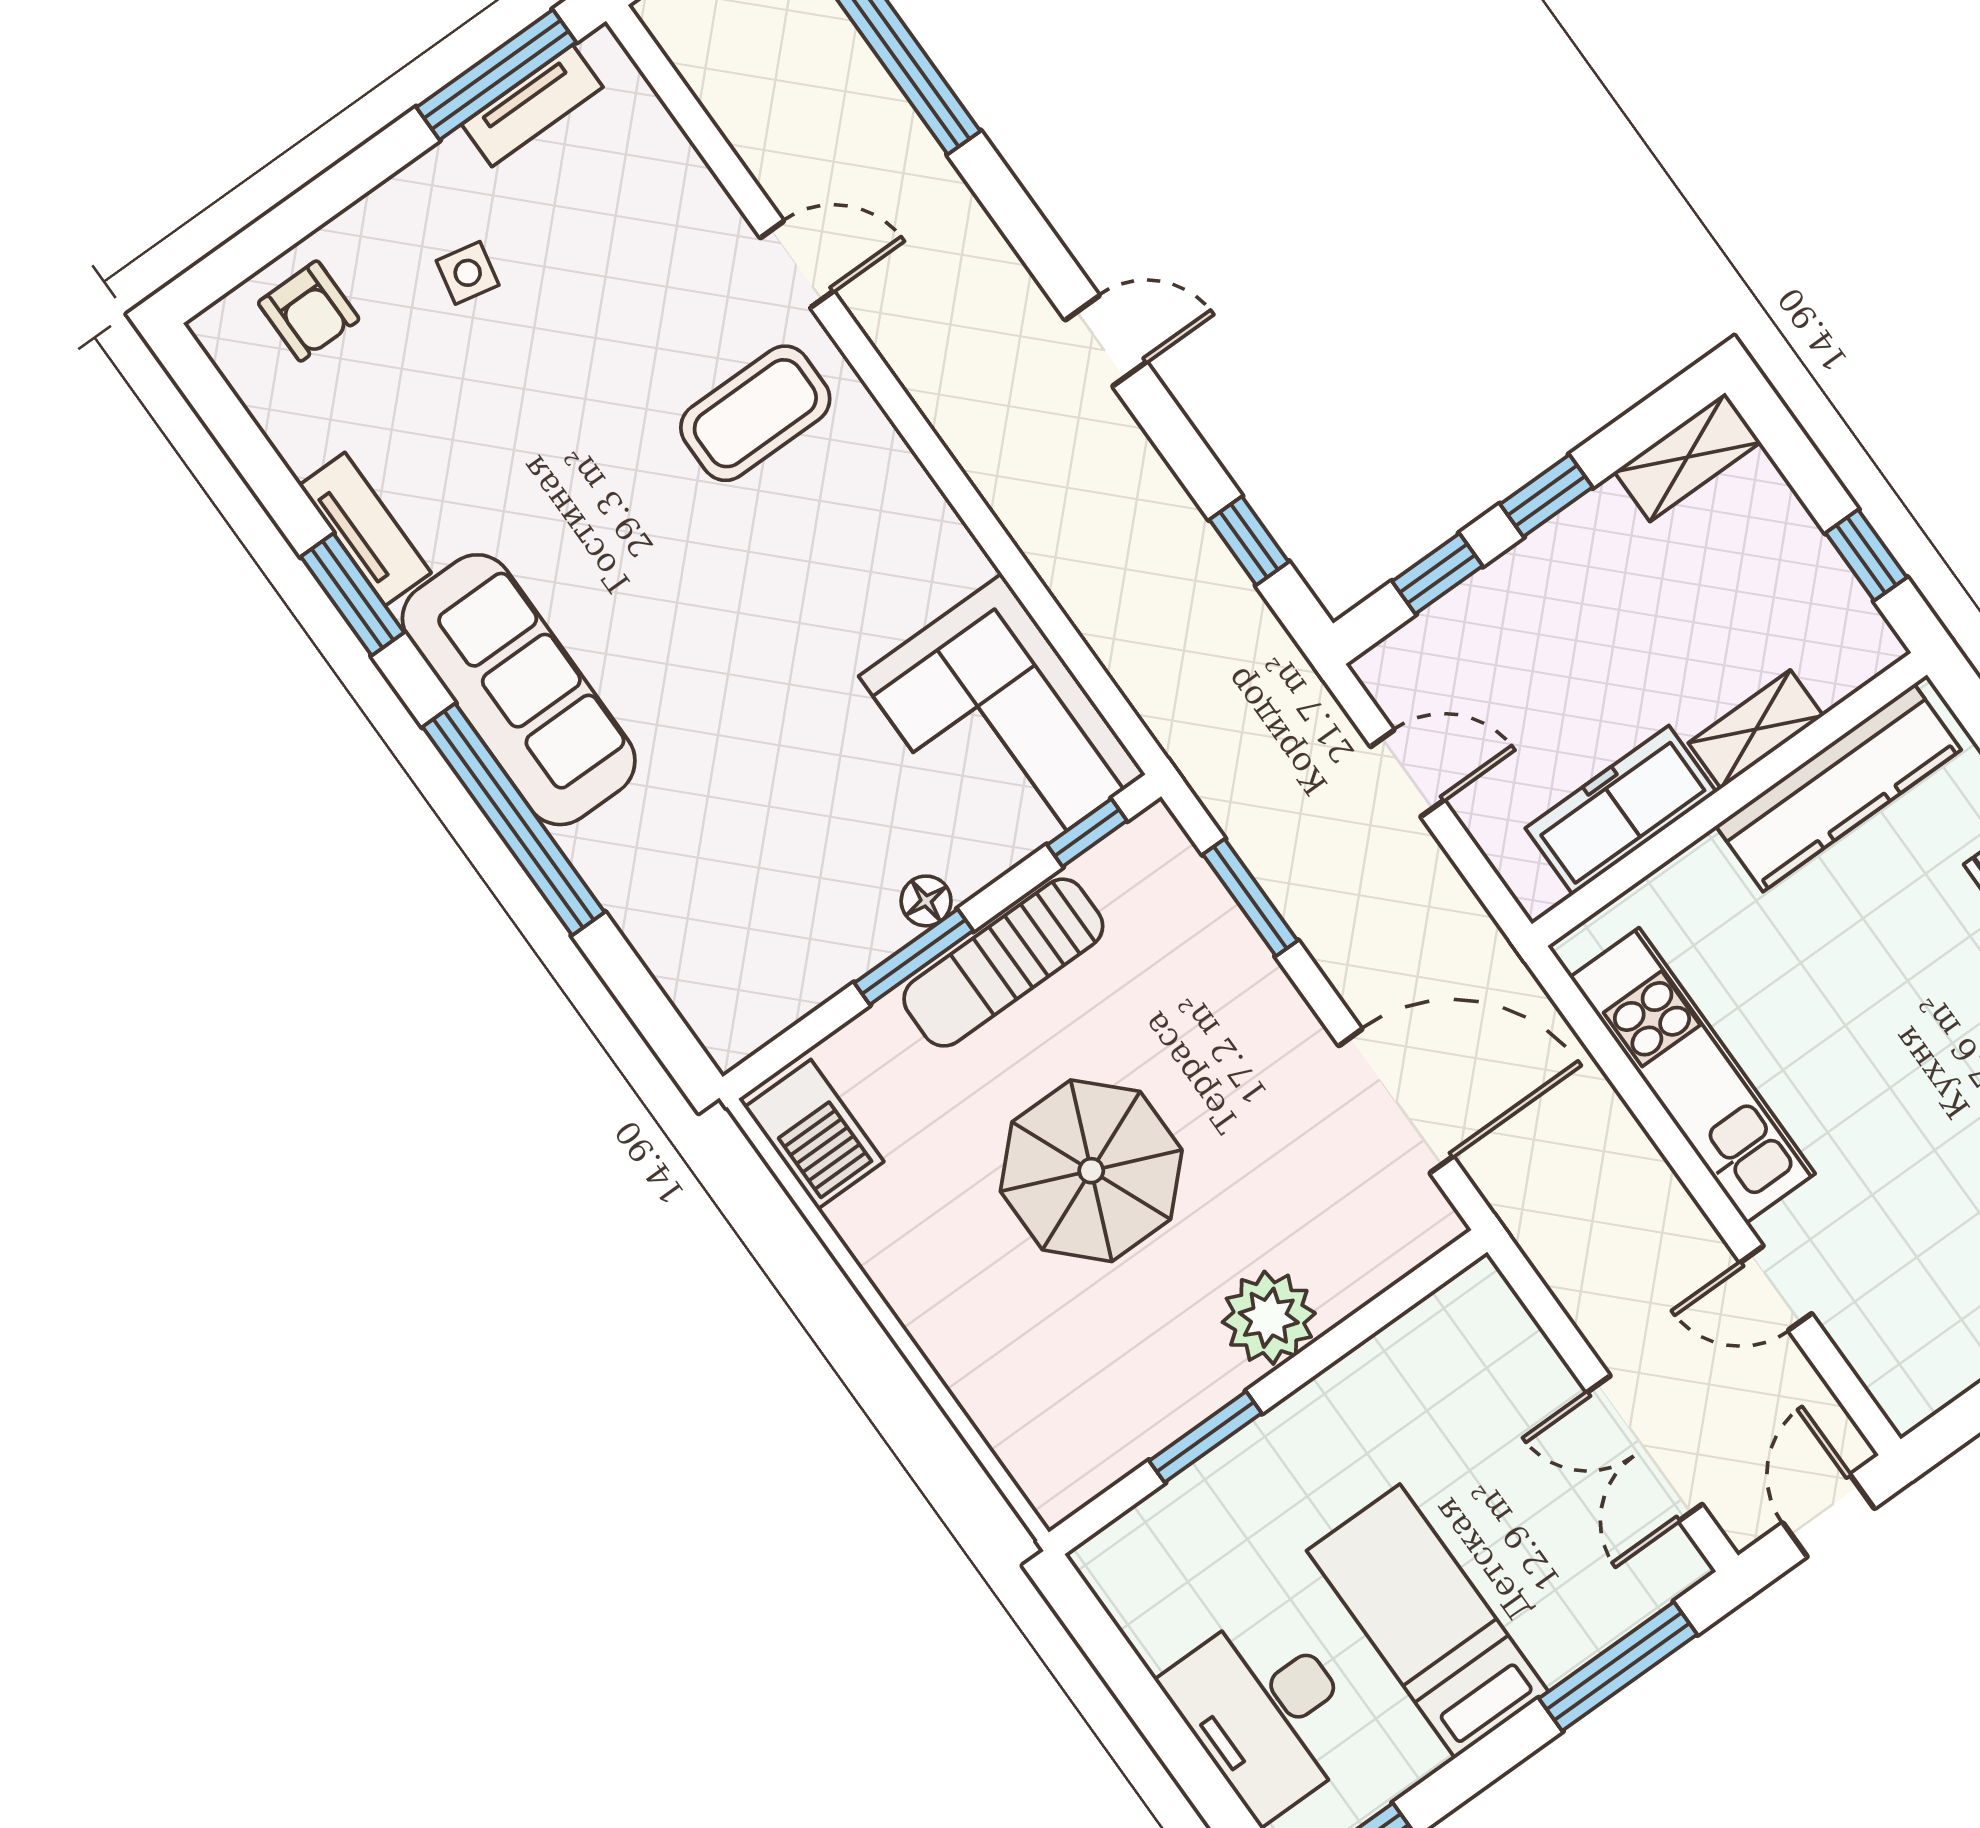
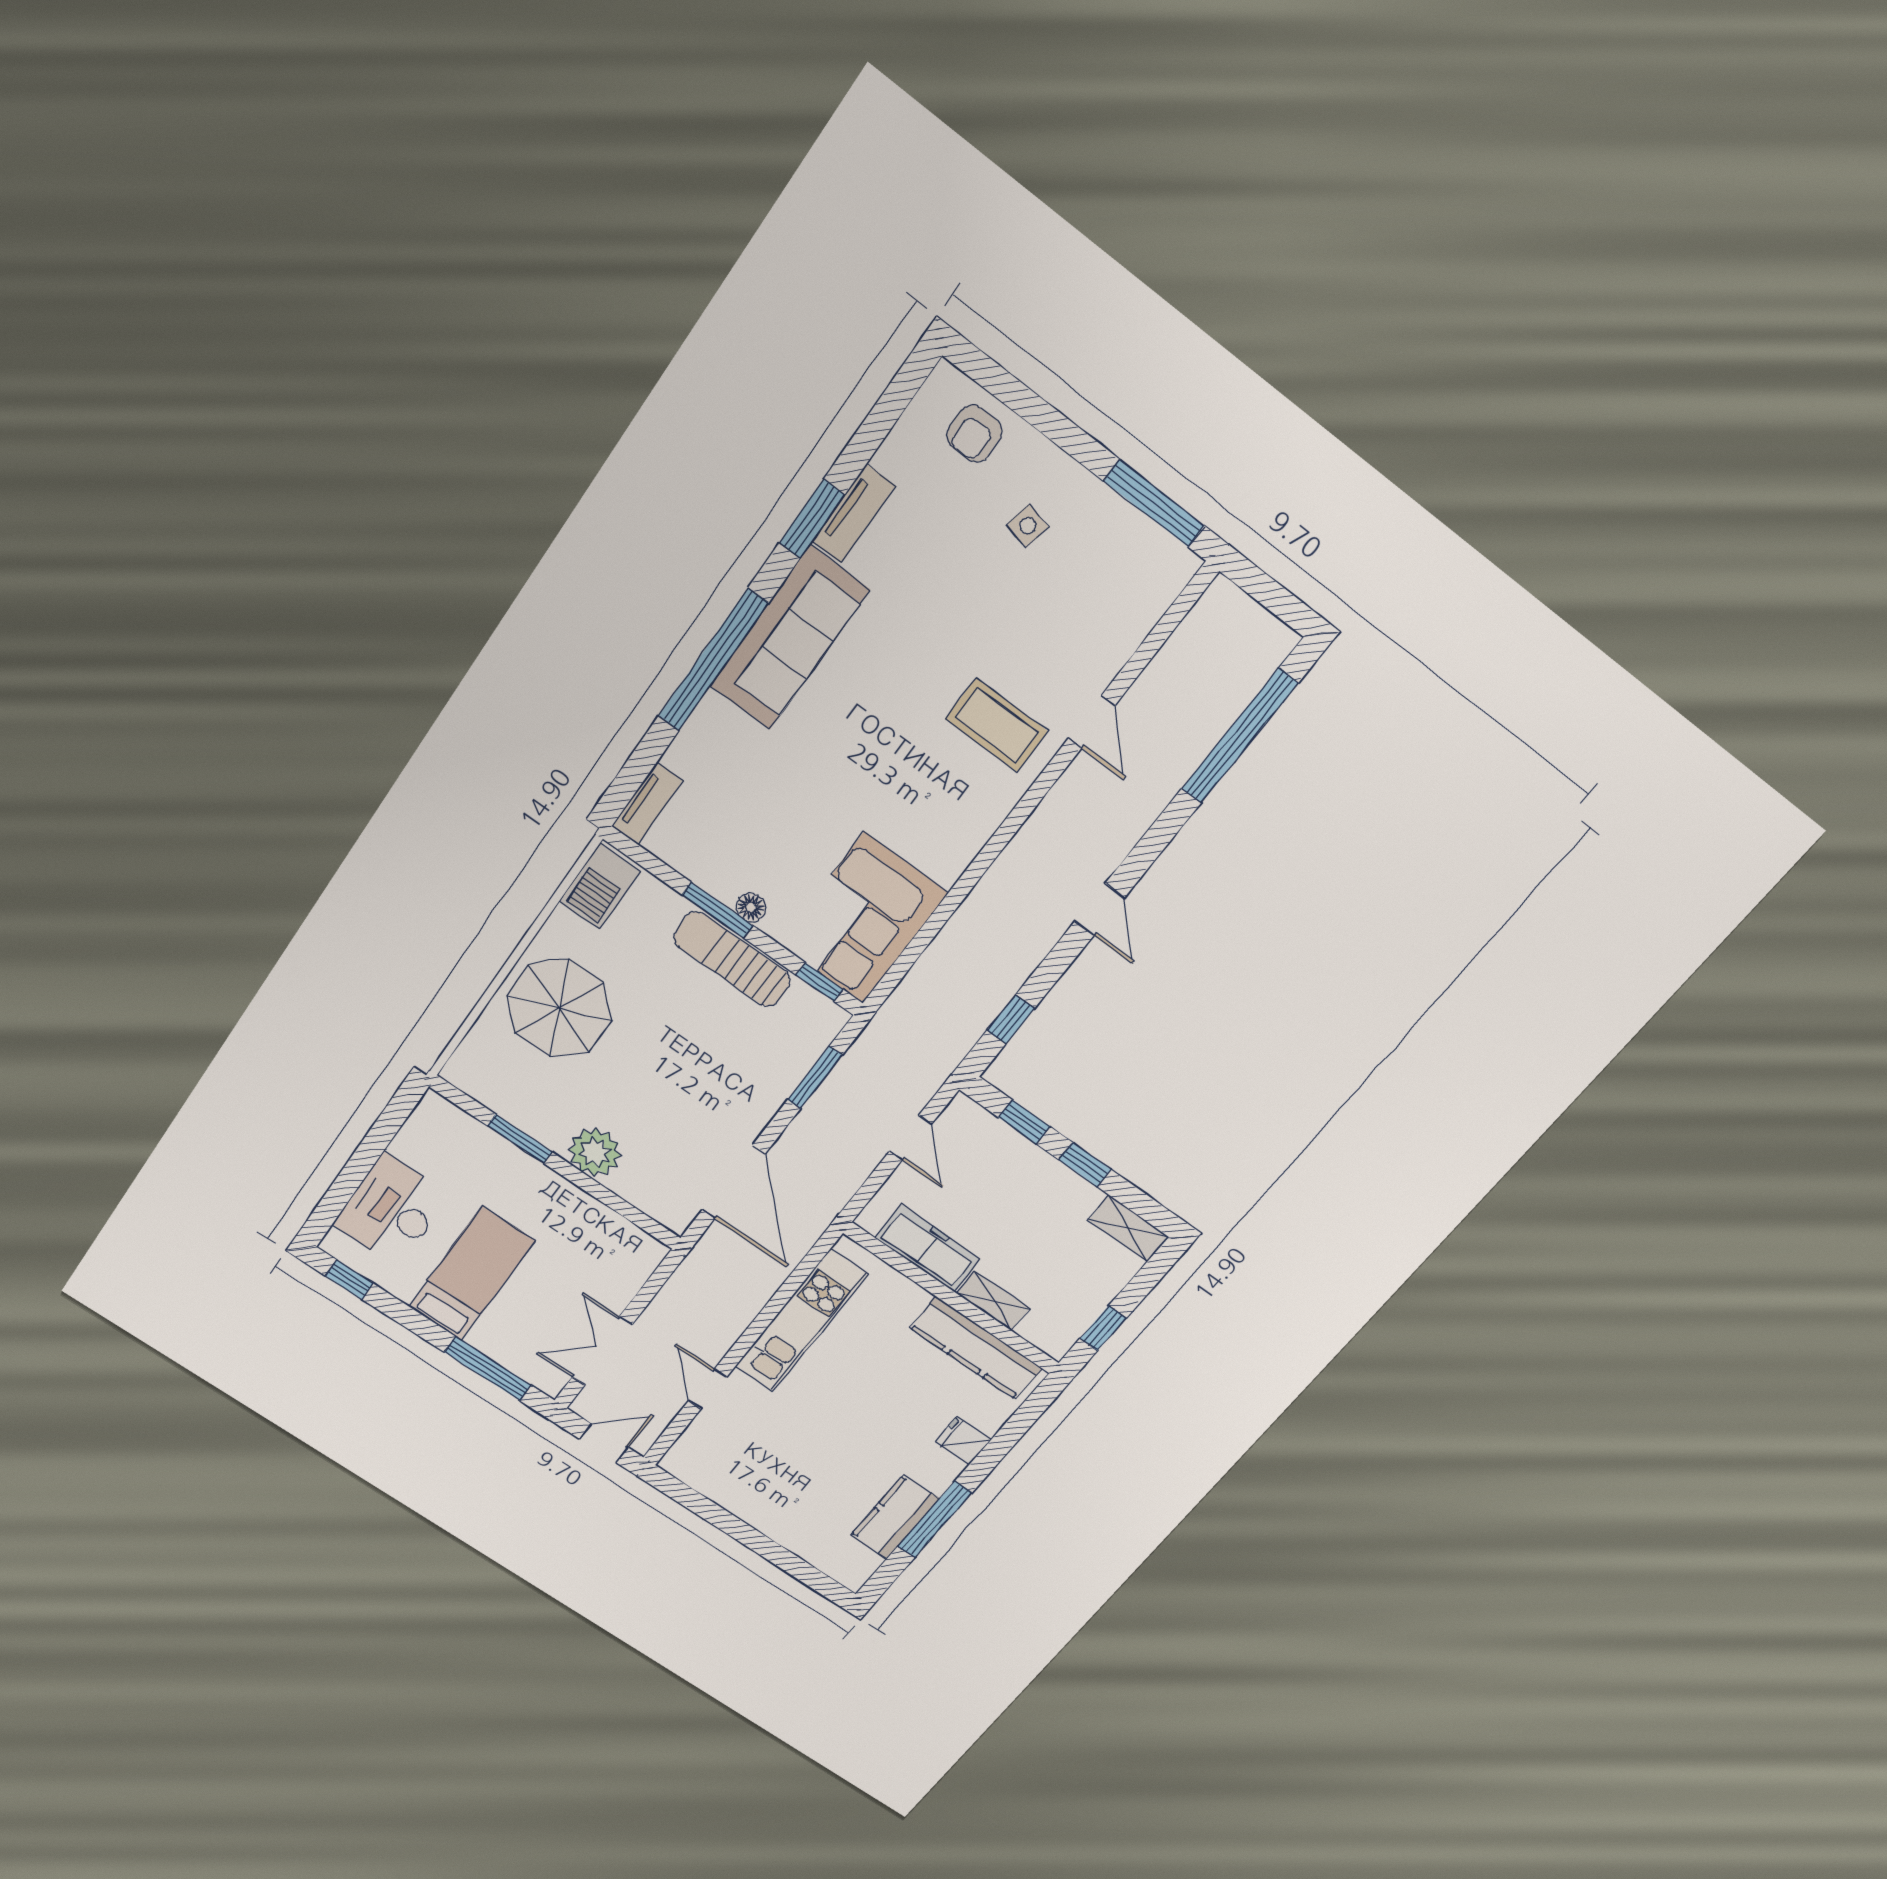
tv unit: (532, 106) -> (647, 803), moved, turned -90
parasol: (1091, 1171) -> (559, 1008), moved

